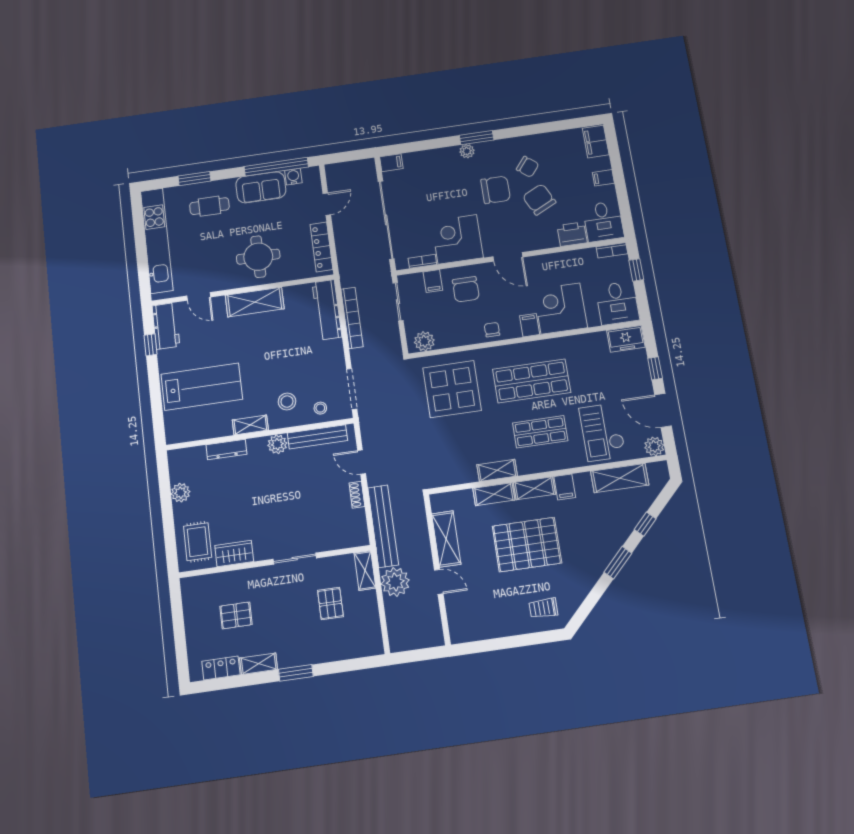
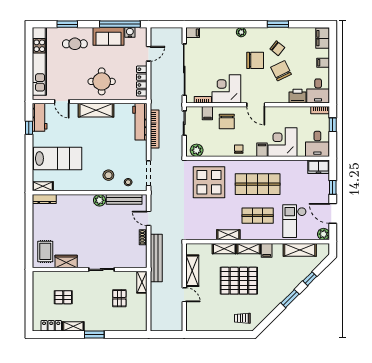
window: (477, 138) -> (278, 24), moved
shelving: (250, 425) -> (43, 186), moved
dresser: (226, 449) -> (44, 199), moved
plant: (181, 493) -> (38, 221), removed
plant: (395, 582) -> (159, 291), removed

